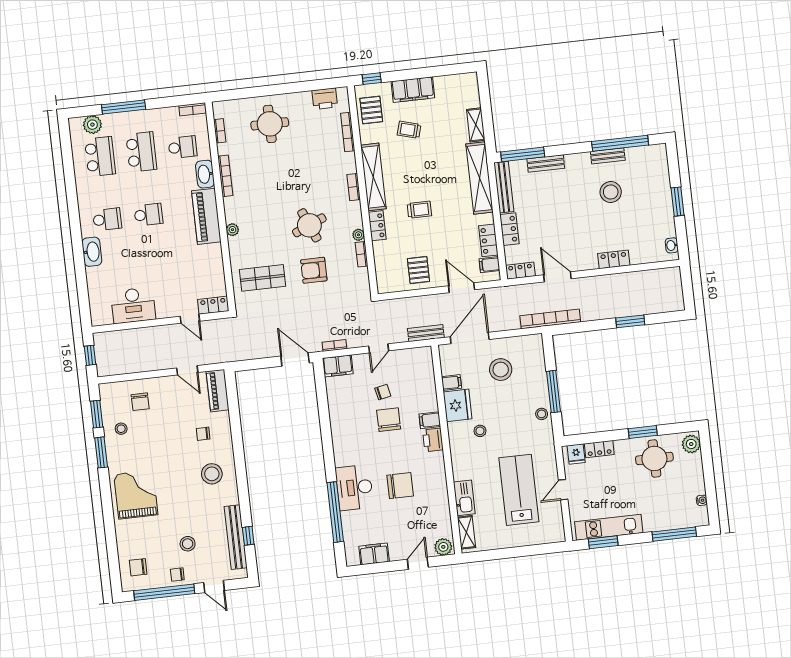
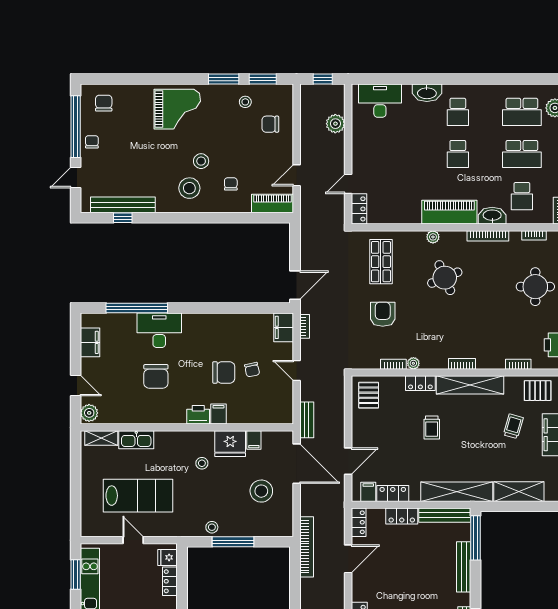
shelving: (476, 125) -> (519, 492), width x1.50, depth x1.33
bookcase: (348, 132) -> (518, 364), width x0.64
bench: (546, 164) -> (464, 567), width x1.36
round table: (309, 225) -> (445, 278), moved
pallet: (418, 270) -> (369, 395), moved, turned 90
desk: (133, 305) -> (380, 101), moved, turned 90
plant: (132, 338) -> (335, 124), added
stool: (188, 544) -> (201, 161), moved

